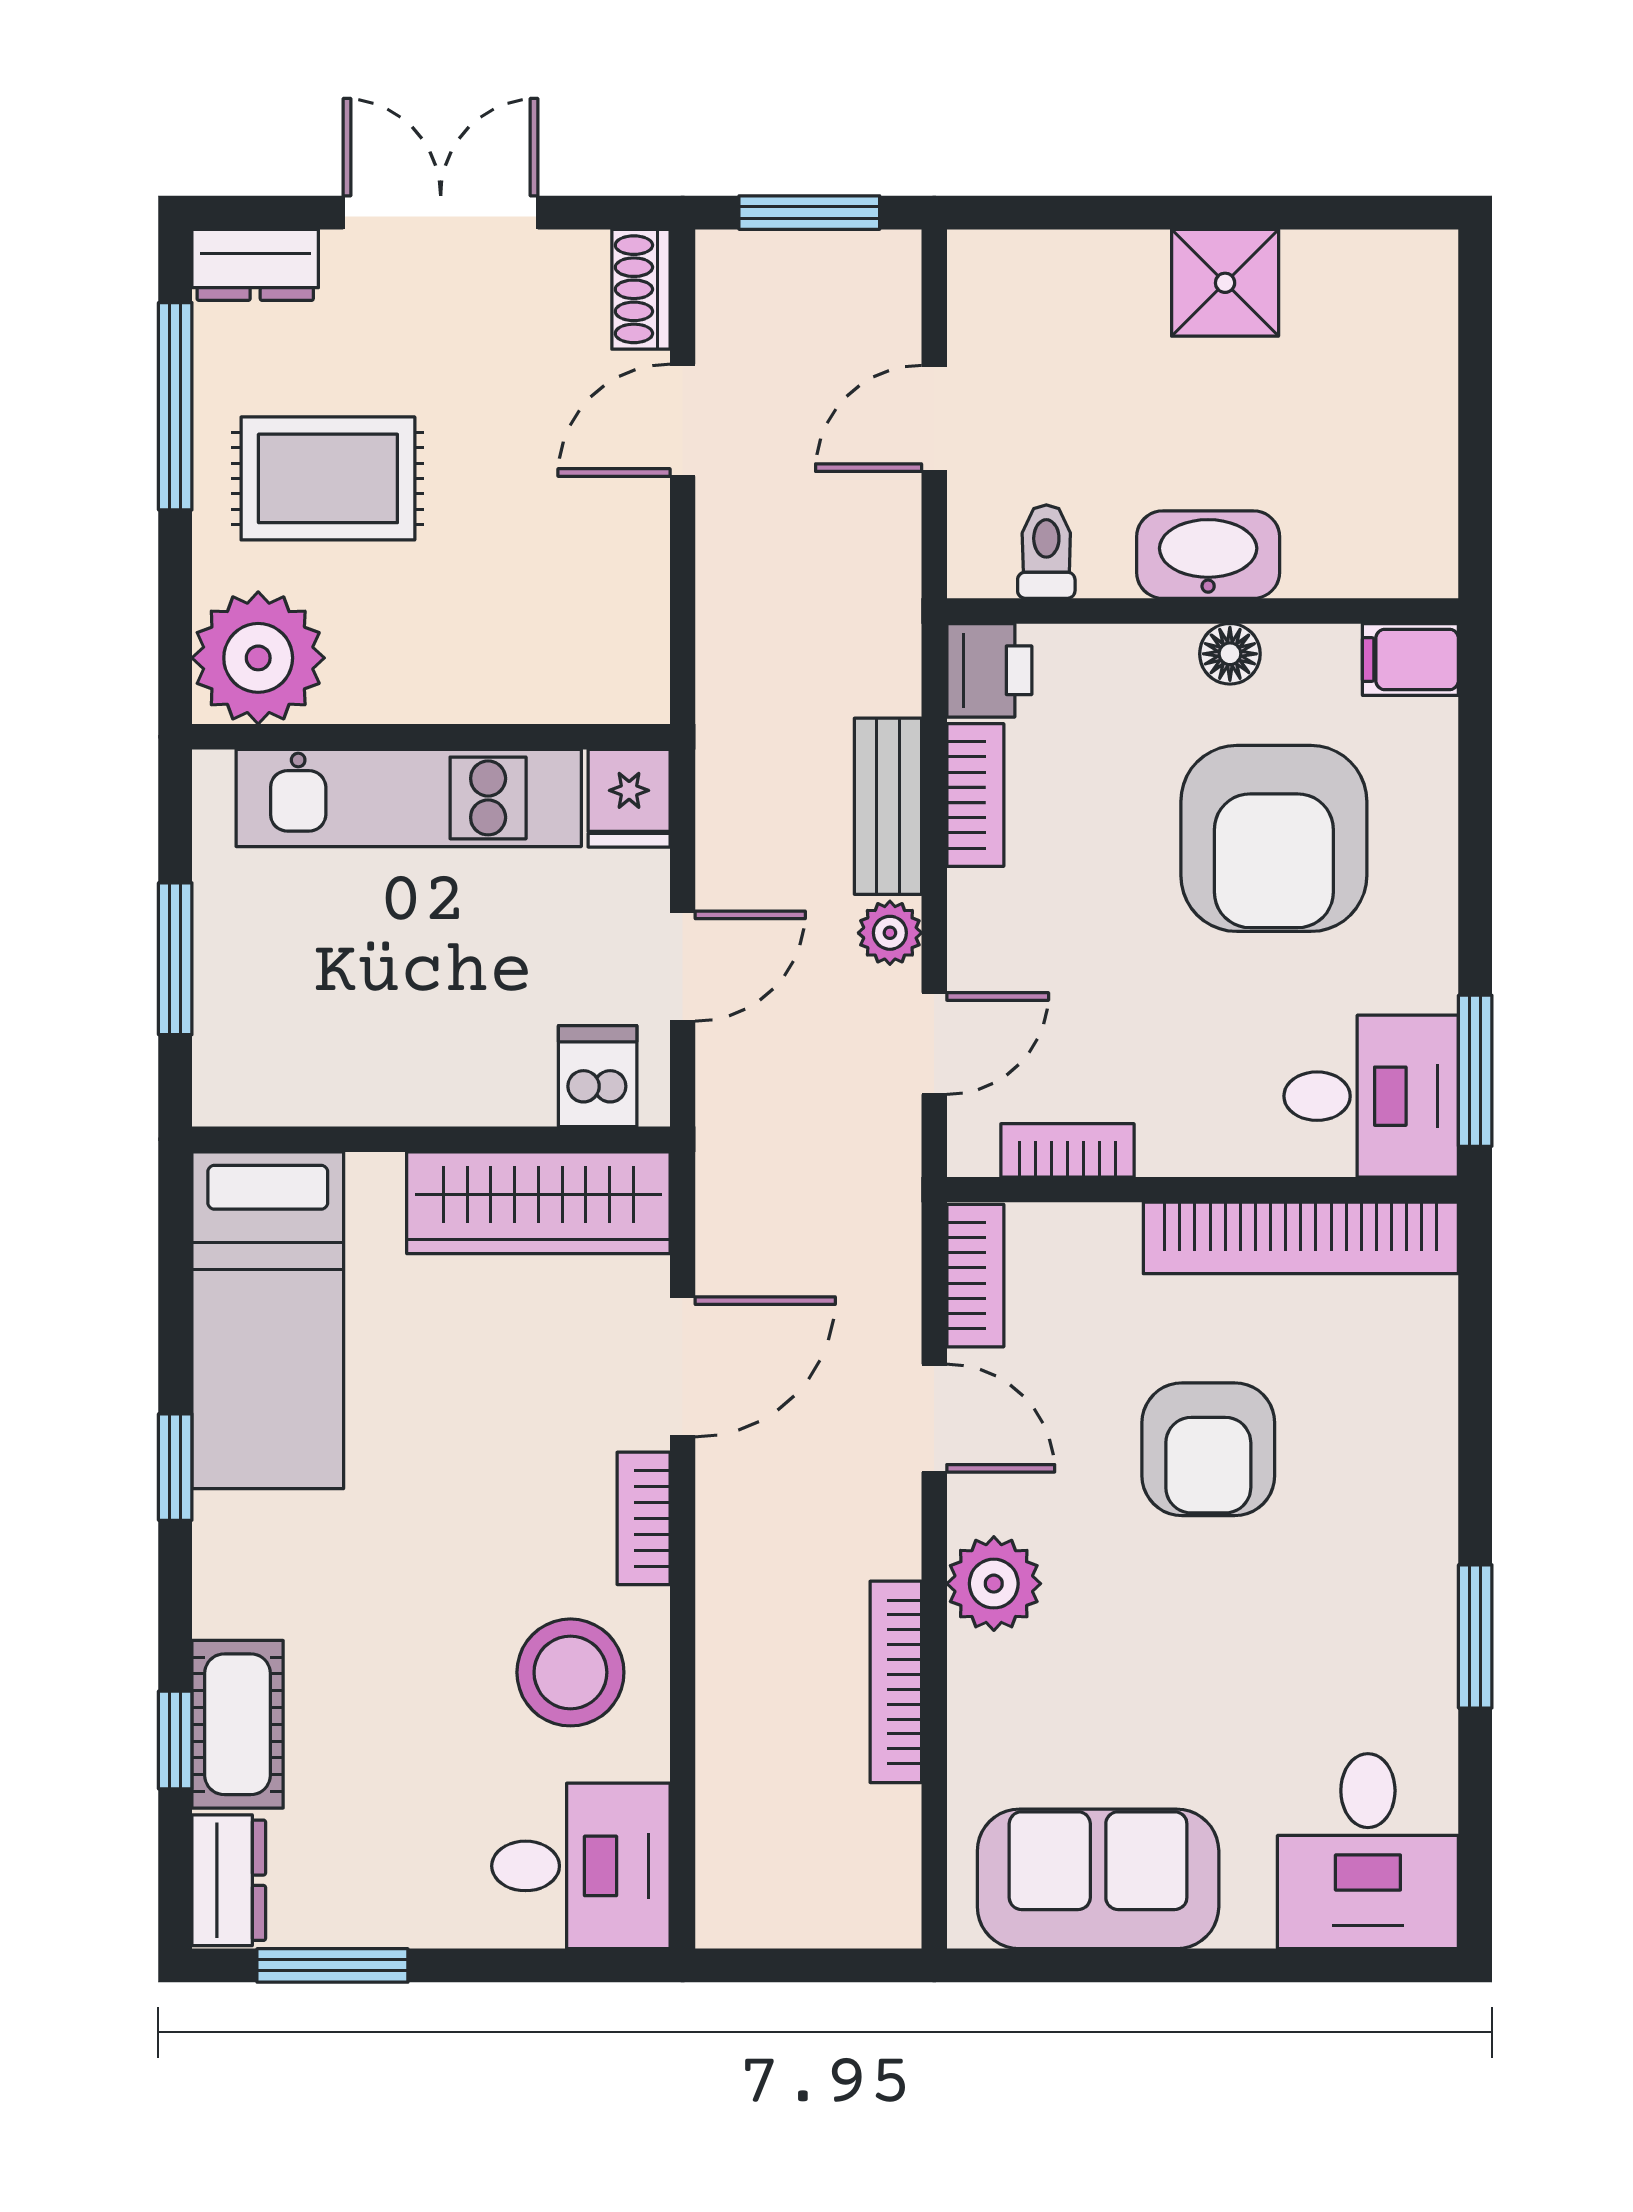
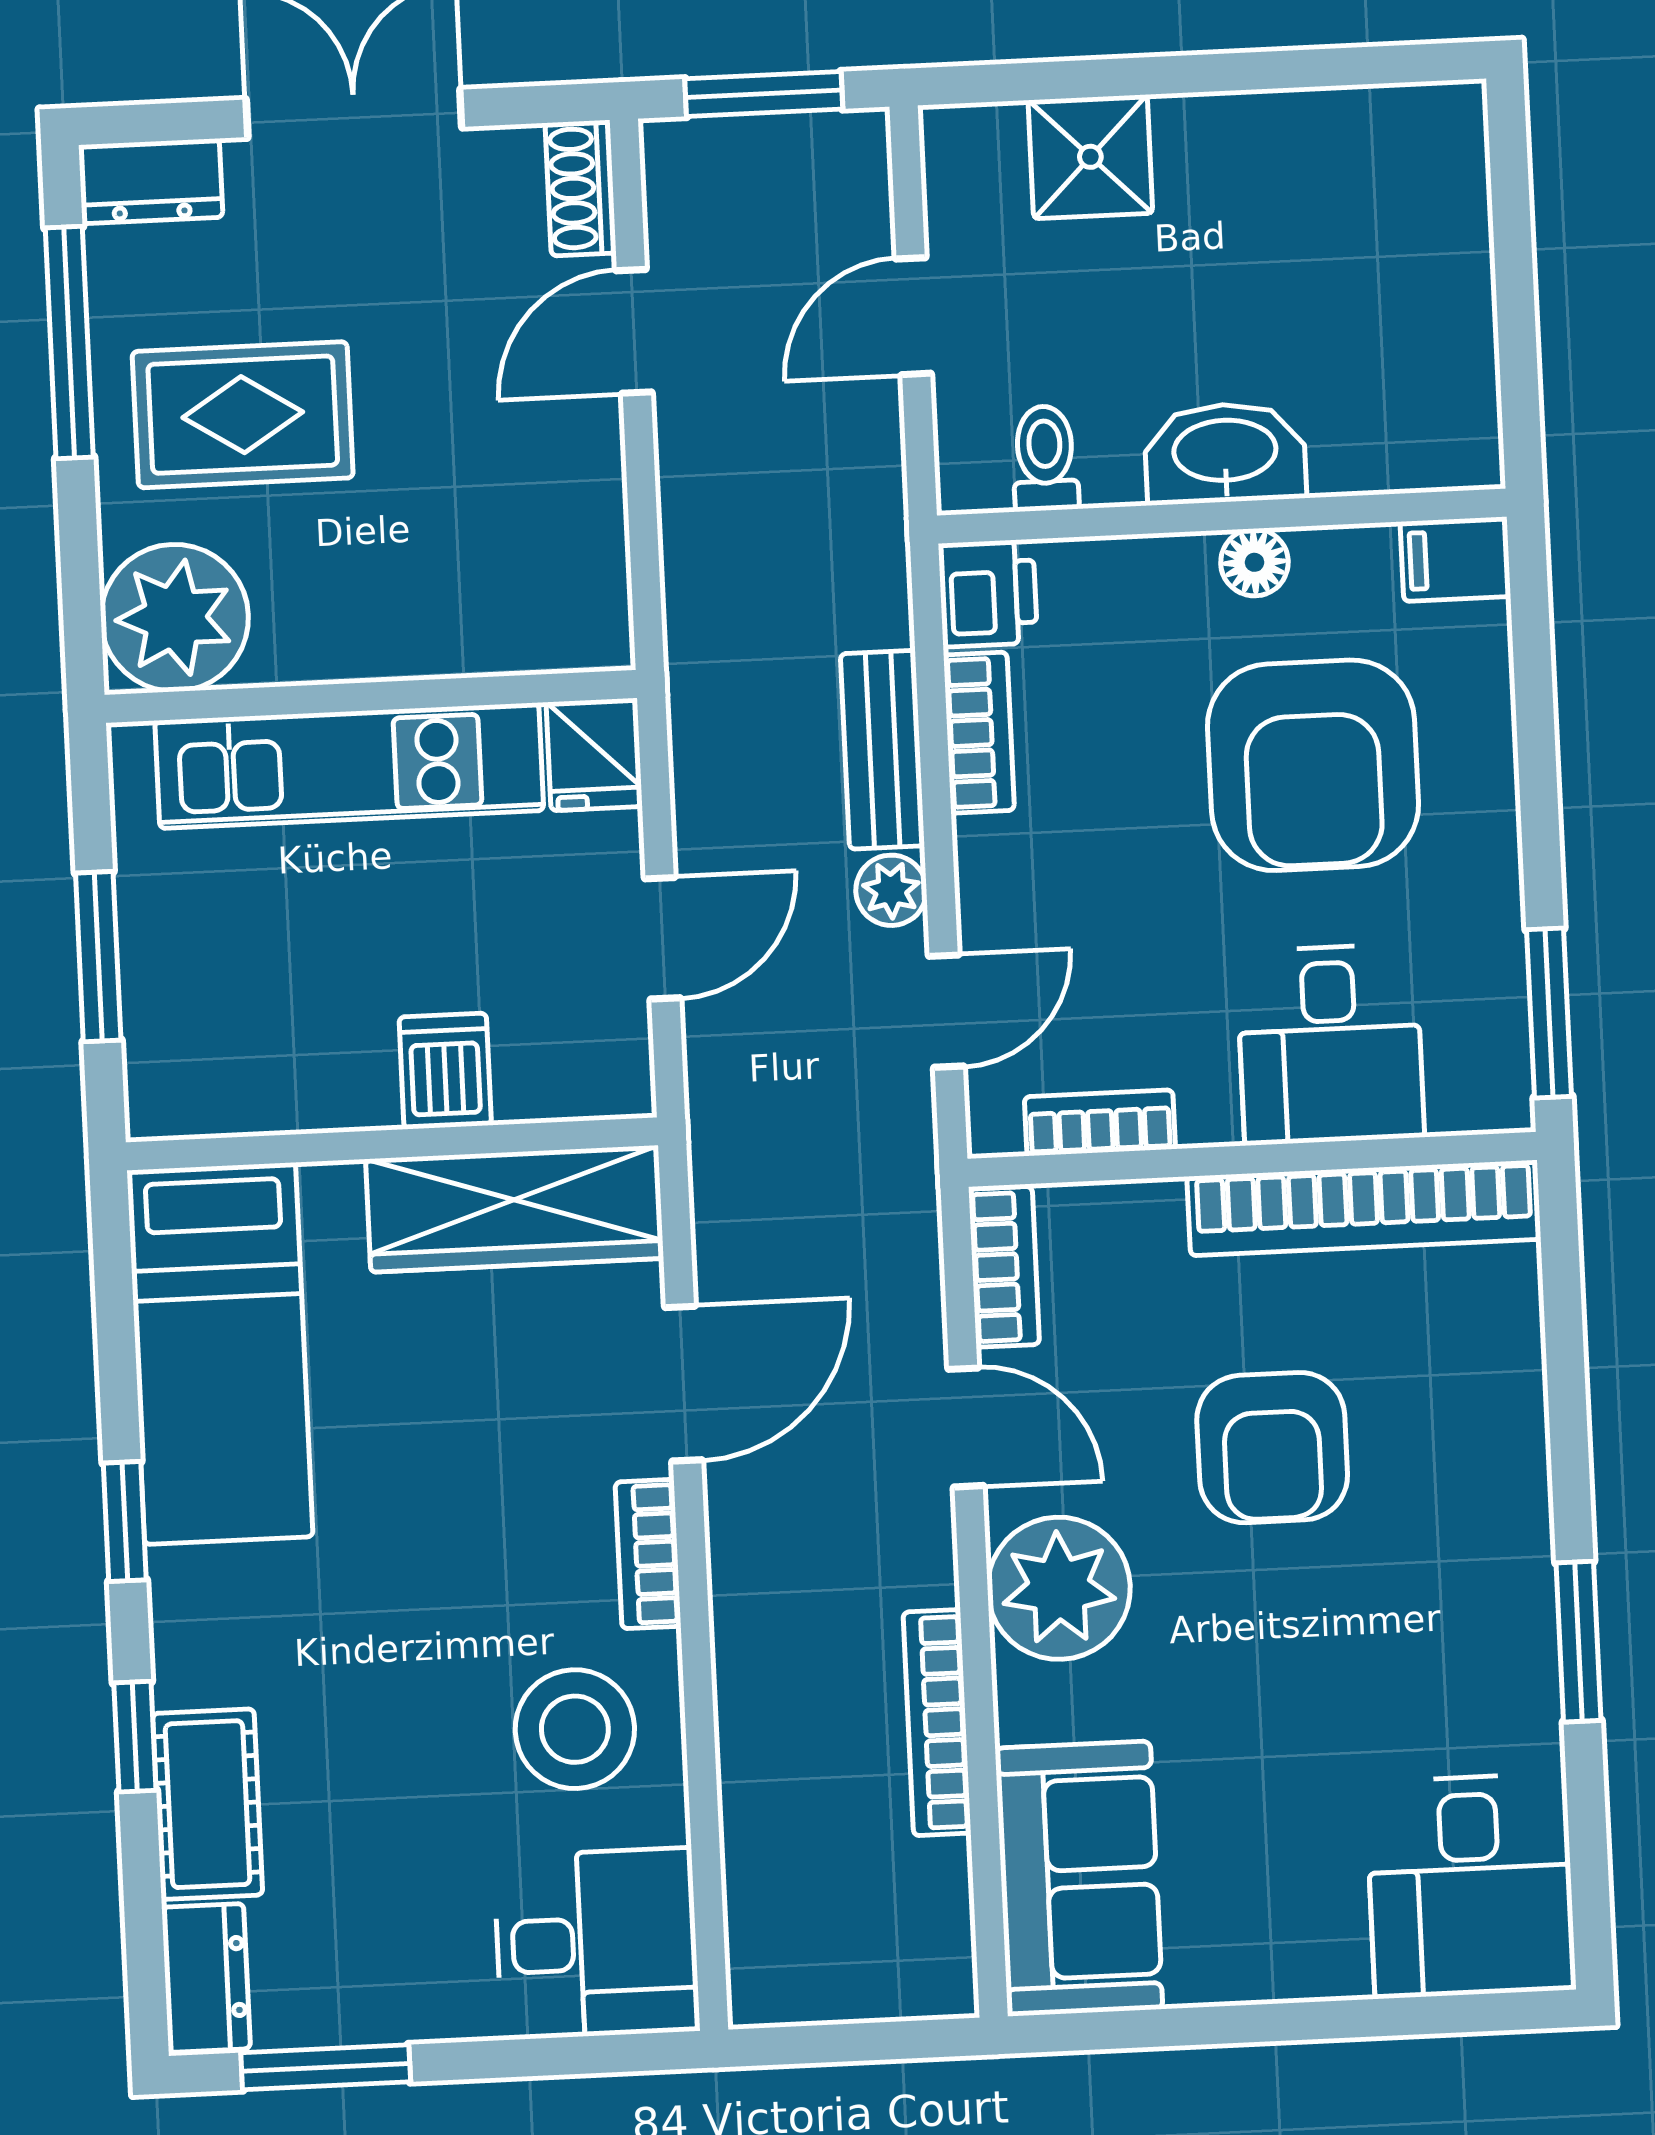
shower: (1225, 283) -> (1090, 157), moved
dishwasher: (598, 1076) -> (445, 1071), moved
desk: (1371, 1096) -> (1330, 1044), moved, turned 90
plant: (994, 1584) -> (1059, 1588), width x1.36, depth x1.36
window: (175, 1740) -> (135, 1737), moved
sofa: (1098, 1879) -> (1079, 1879), moved, turned 90

